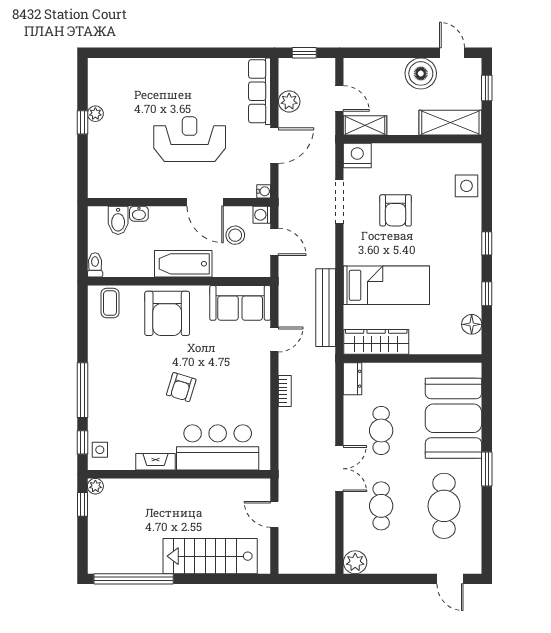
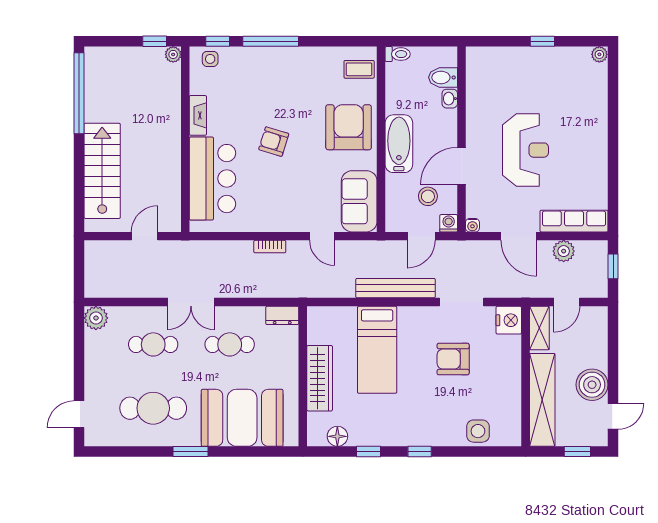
plant: (95, 114) -> (599, 54), moved
shelving: (450, 123) -> (542, 400), width x1.47
bench: (326, 308) -> (396, 288), moved
armchair: (167, 313) -> (349, 127), turned 90
wardrobe: (376, 342) -> (320, 378), moved

